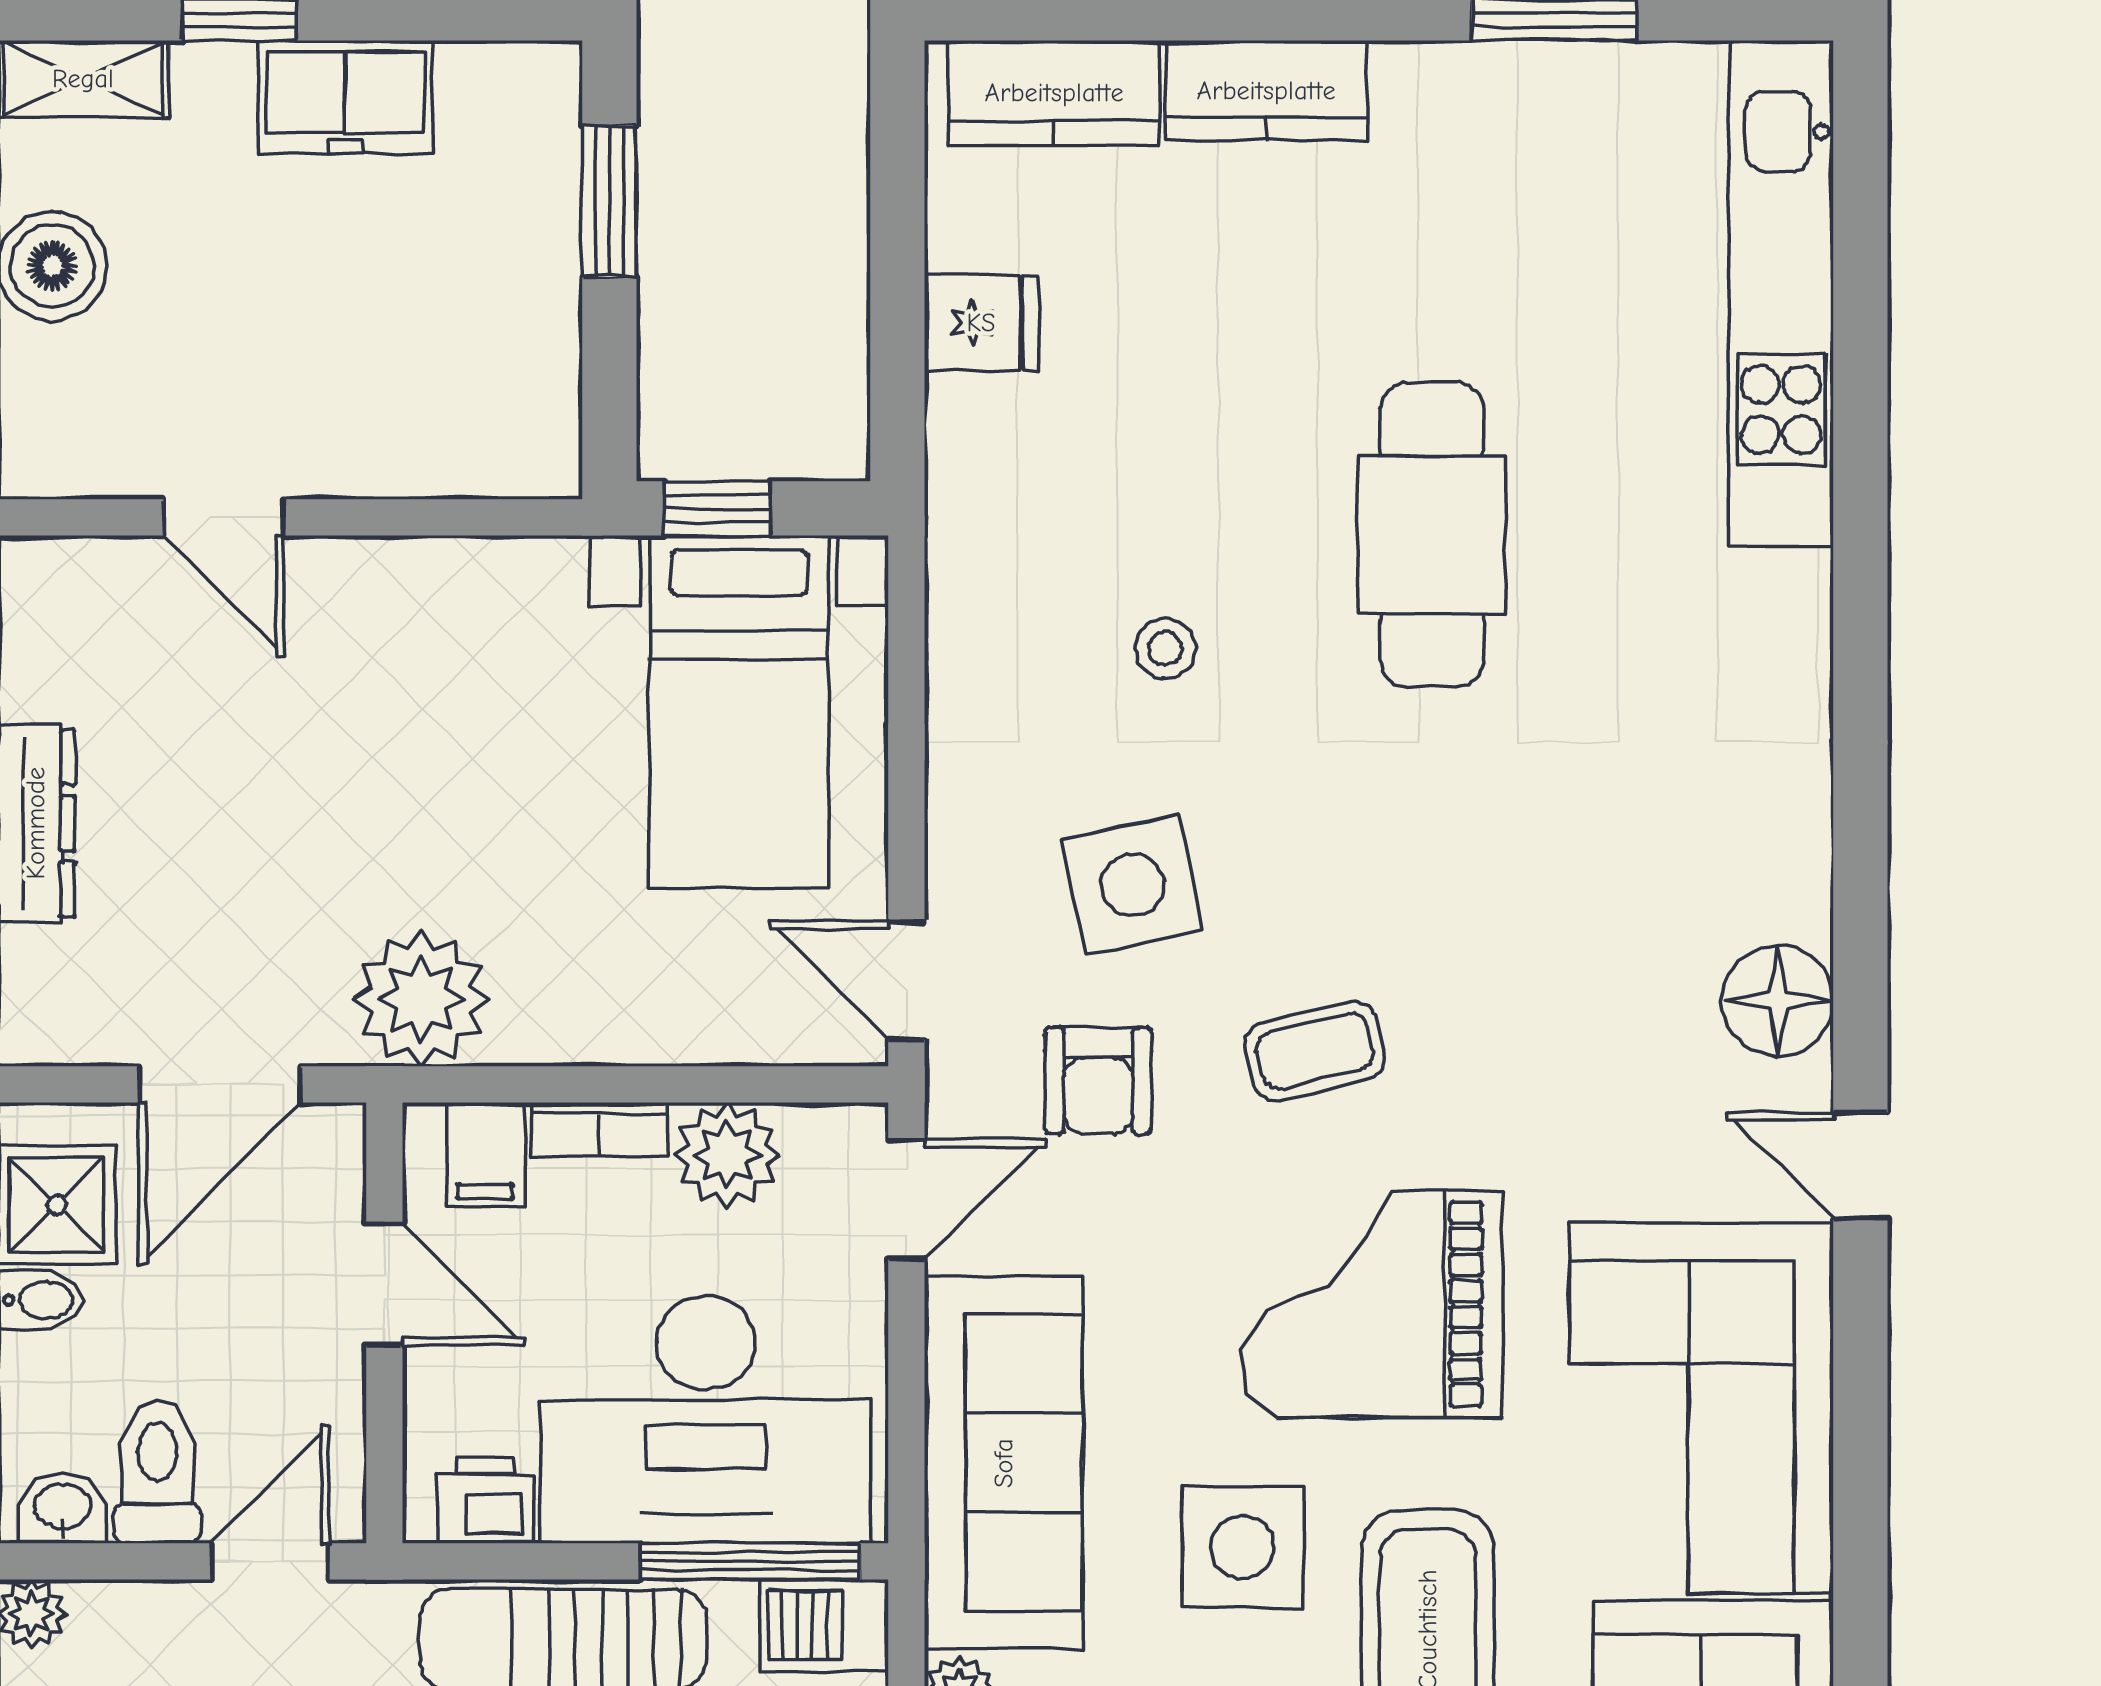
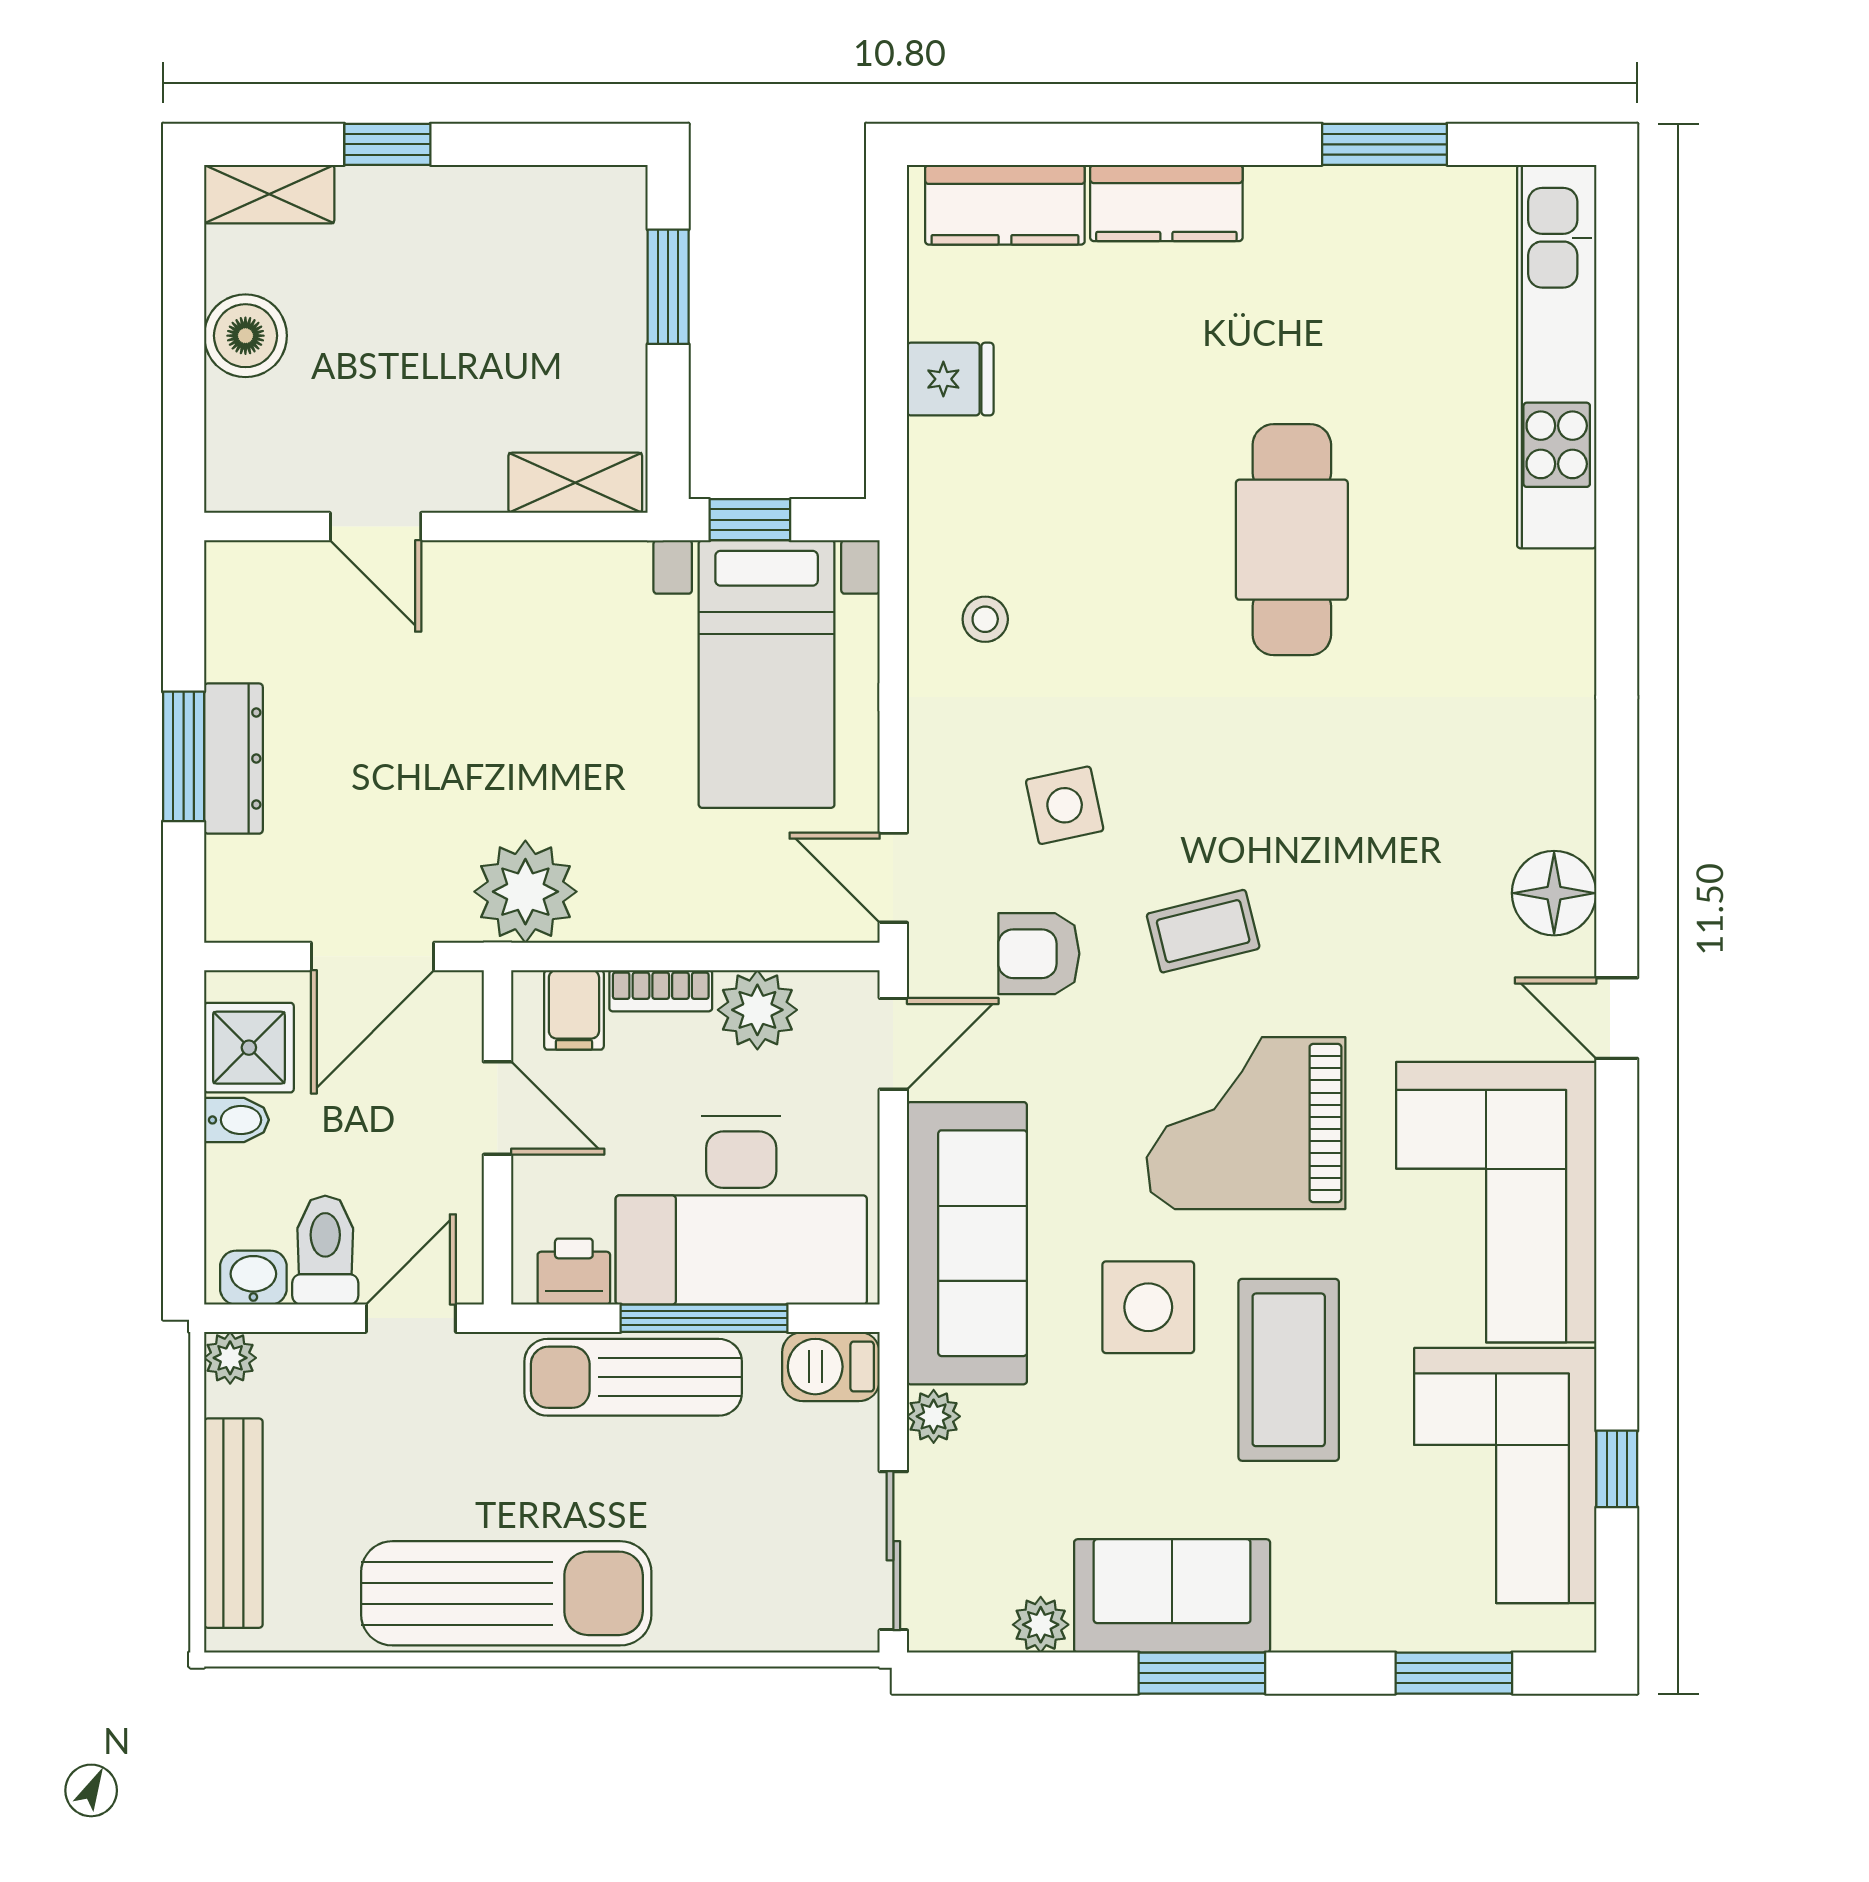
freezer: (345, 97) -> (468, 208), removed
shelving: (487, 460) -> (575, 483), added
stool: (1165, 649) -> (985, 619), moved
side table: (1132, 885) -> (1065, 805), width x0.73, depth x0.73
armchair: (1098, 1081) -> (1039, 954), turned 90
window: (750, 1561) -> (704, 1318), moved

